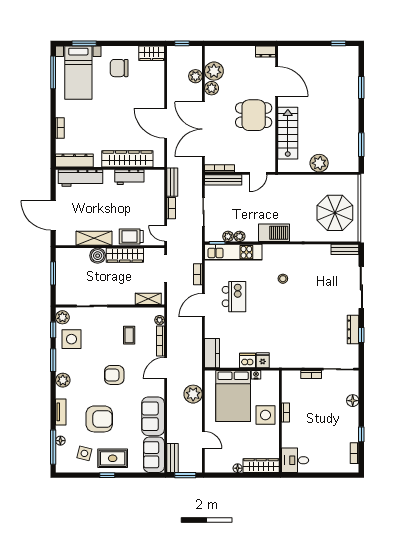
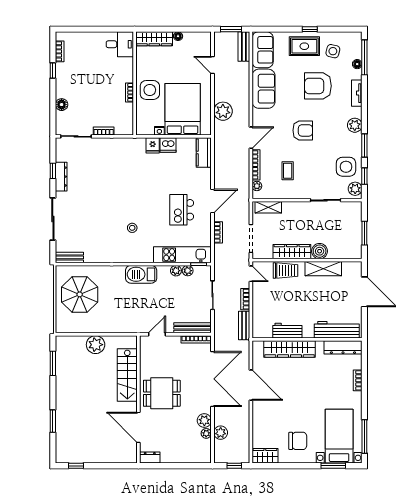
plant: (214, 71) -> (206, 433), width x0.53, depth x0.53

